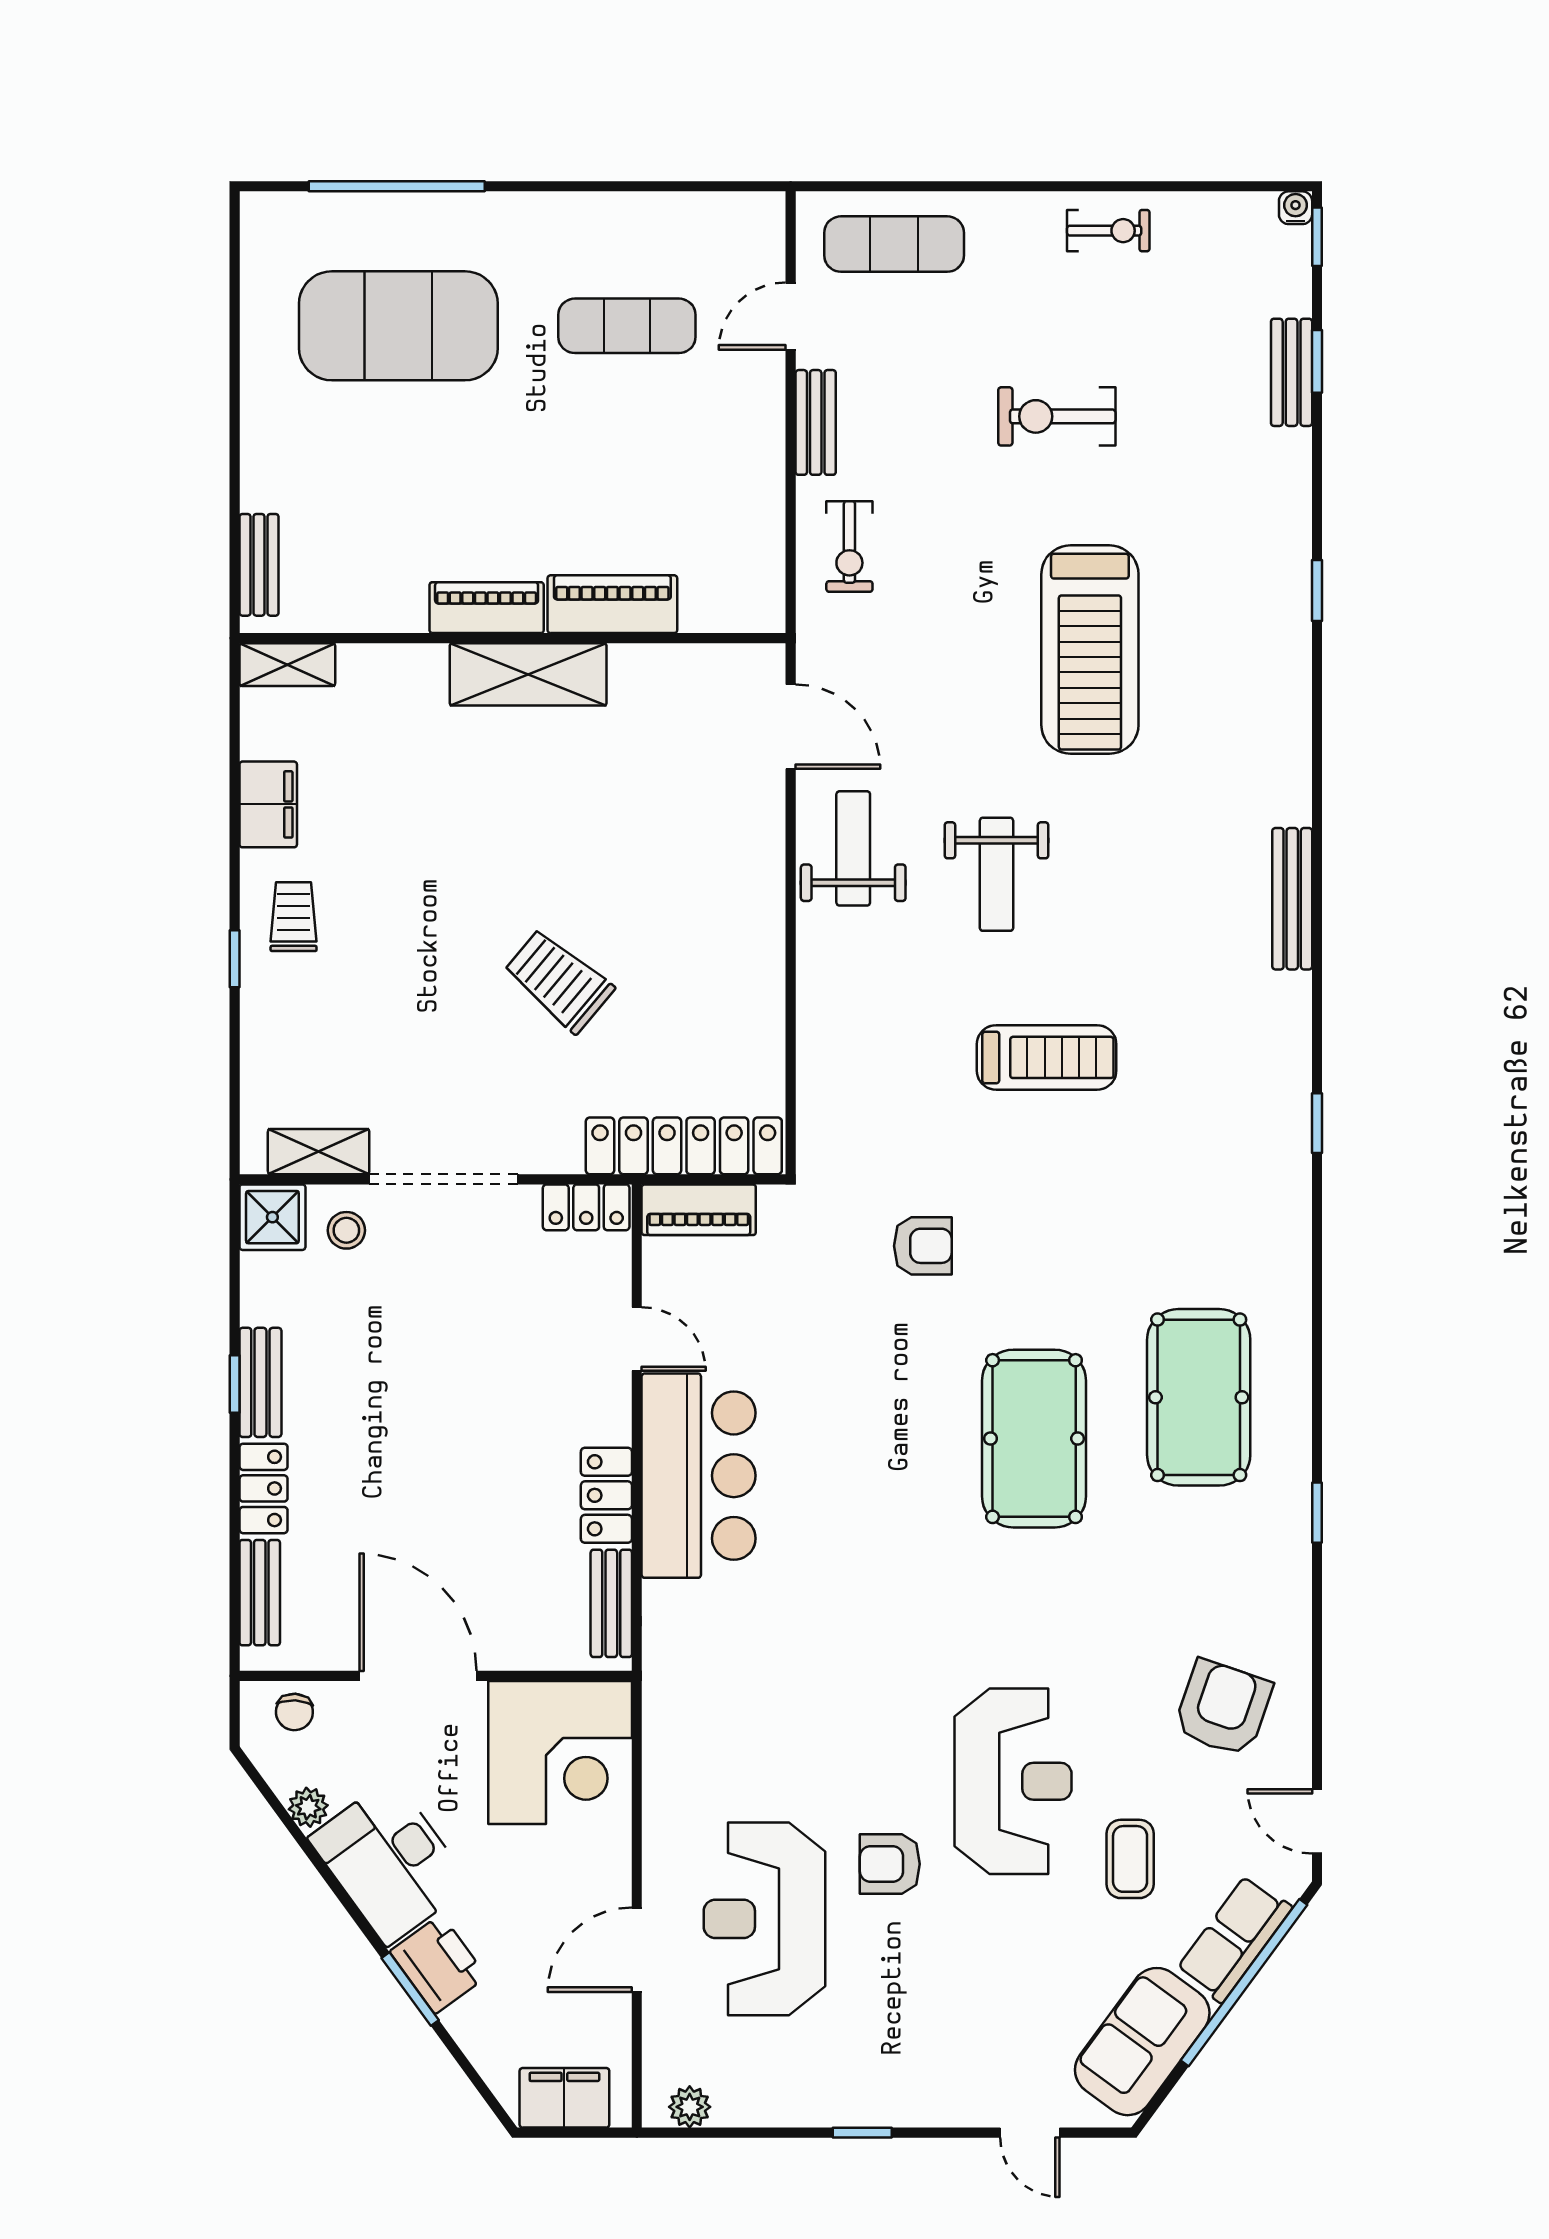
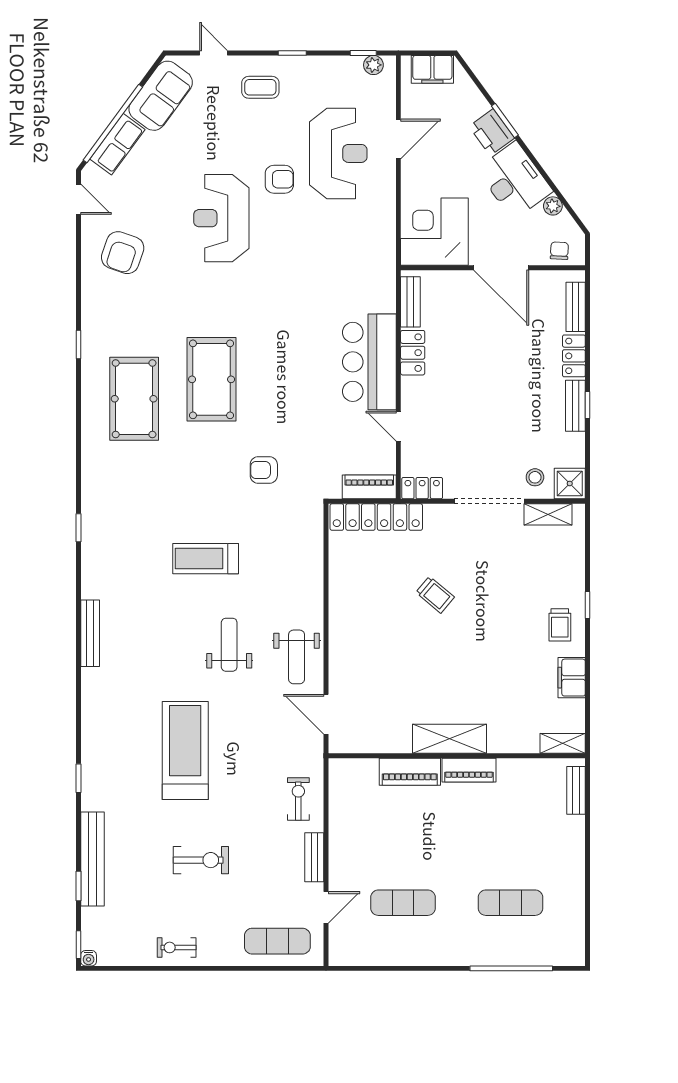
exercise mat: (398, 326) -> (510, 903), width x0.50, depth x0.69
bench: (1292, 372) -> (92, 859), width x1.86, depth x1.21
trolley: (559, 981) -> (435, 595), width x0.73, depth x0.72
coffee table: (1130, 1859) -> (260, 87), moved, turned 90
window: (711, 2133) -> (363, 53), added

